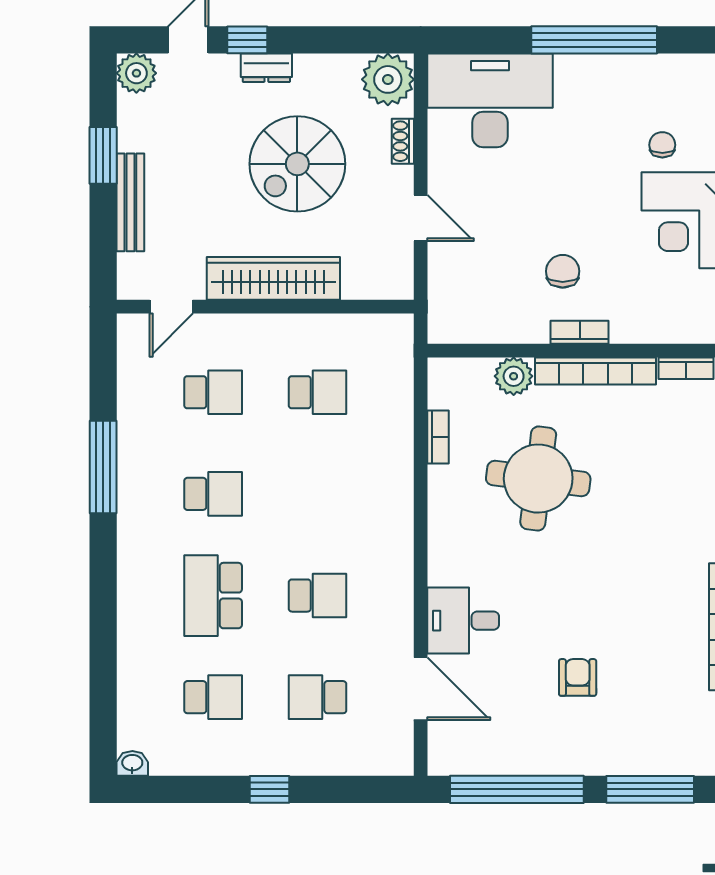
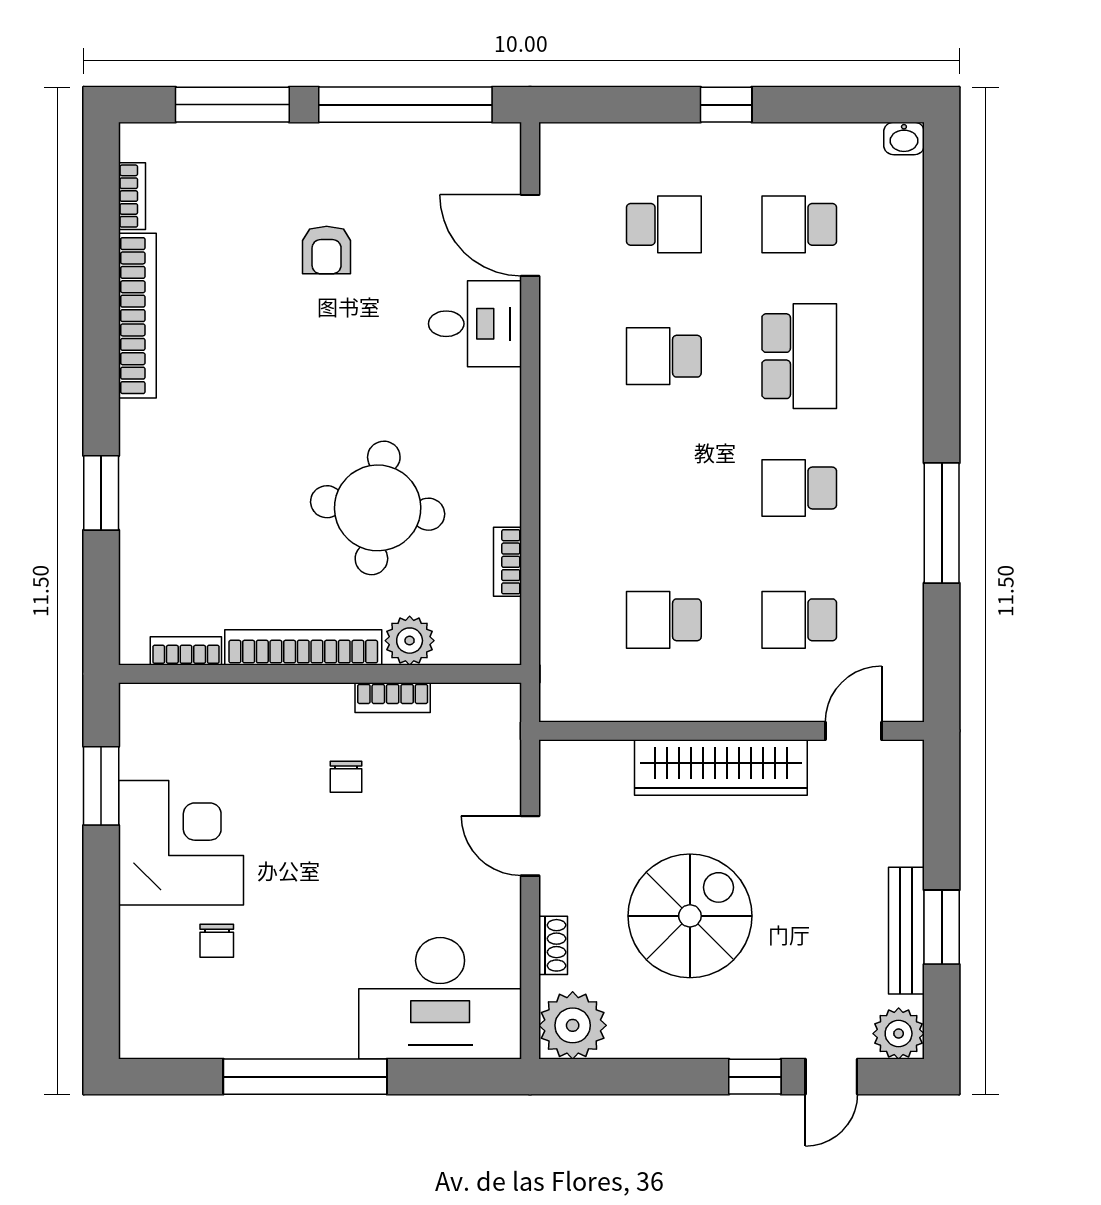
dresser: (266, 68) -> (730, 1041), removed
bench: (130, 202) -> (906, 931), moved
chair: (563, 271) -> (346, 777), width x0.73, depth x0.73
bookcase: (580, 332) -> (393, 698), moved

